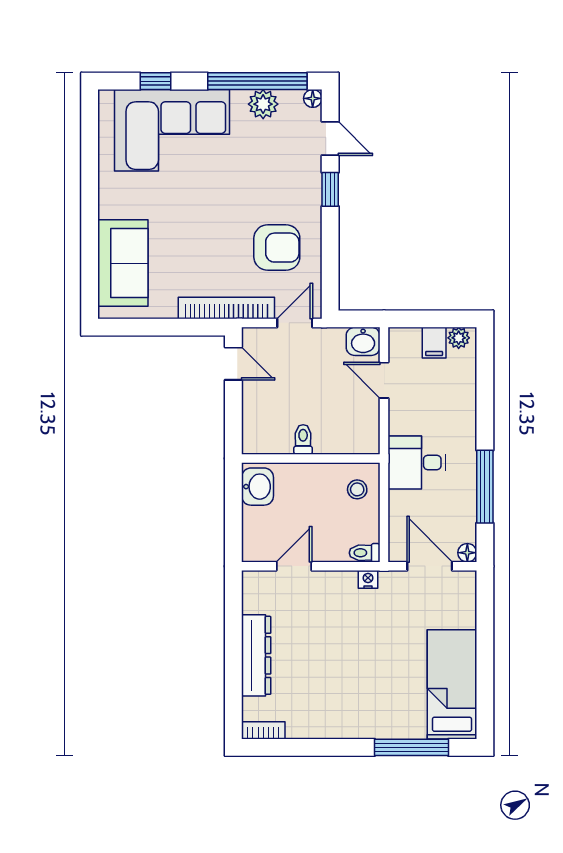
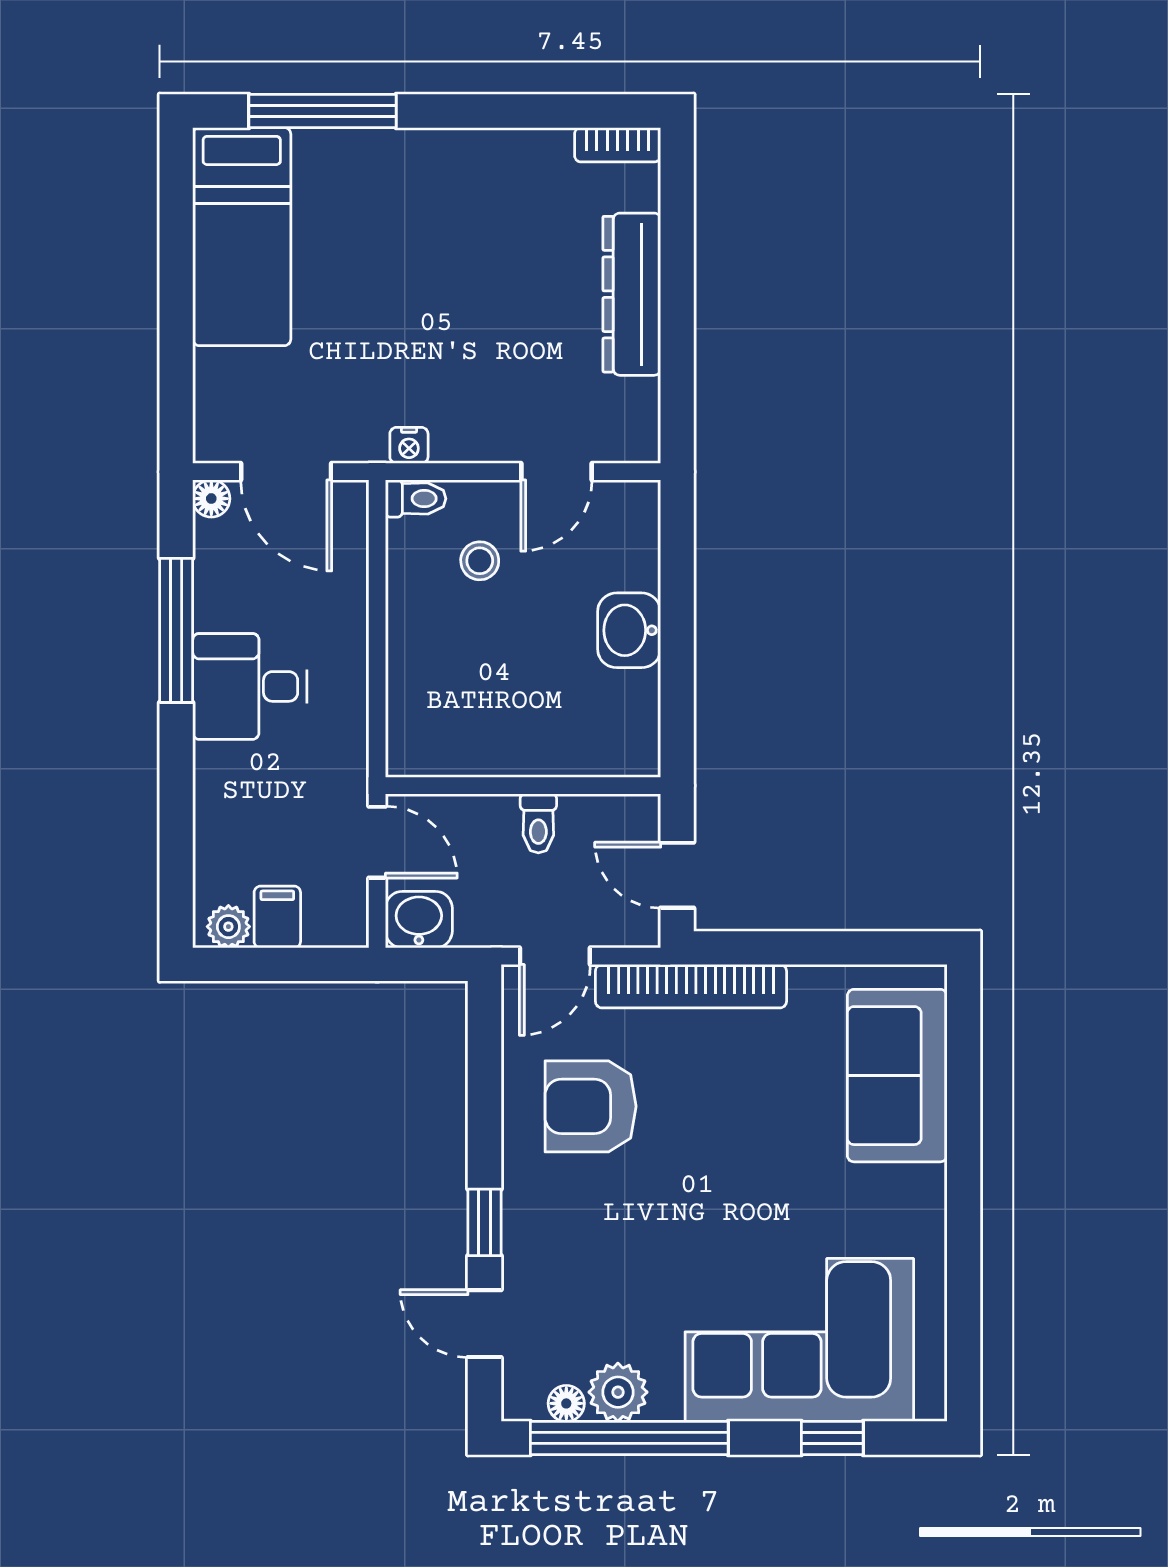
floor lamp: (313, 98) -> (566, 1403), moved
toilet: (303, 439) -> (538, 823), moved
wall: (311, 458) -> (523, 786), moved
desk: (417, 462) -> (250, 686), moved, turned 180
stool: (357, 489) -> (480, 561), moved

